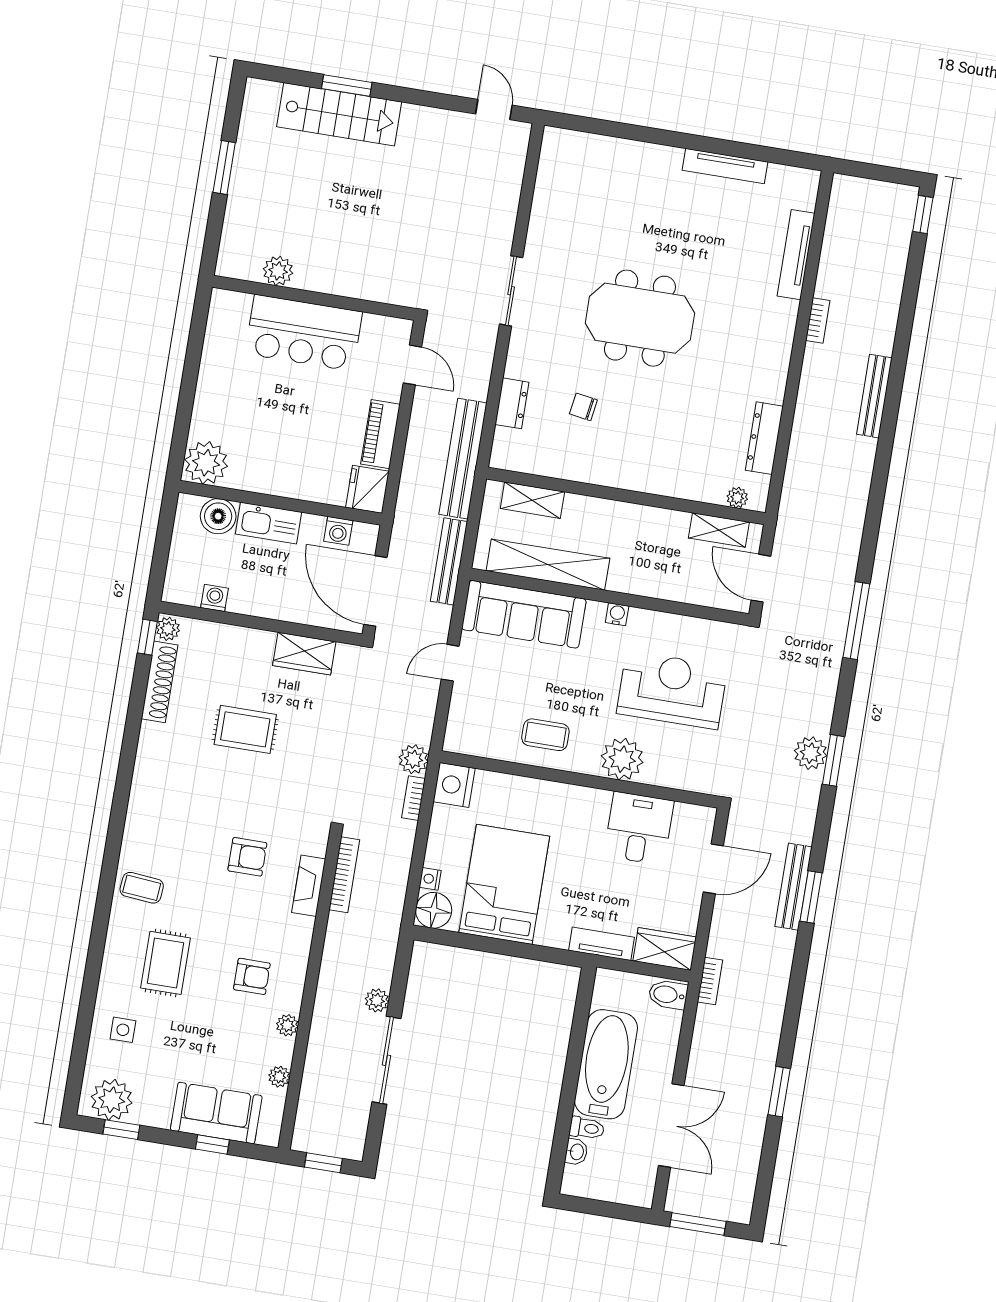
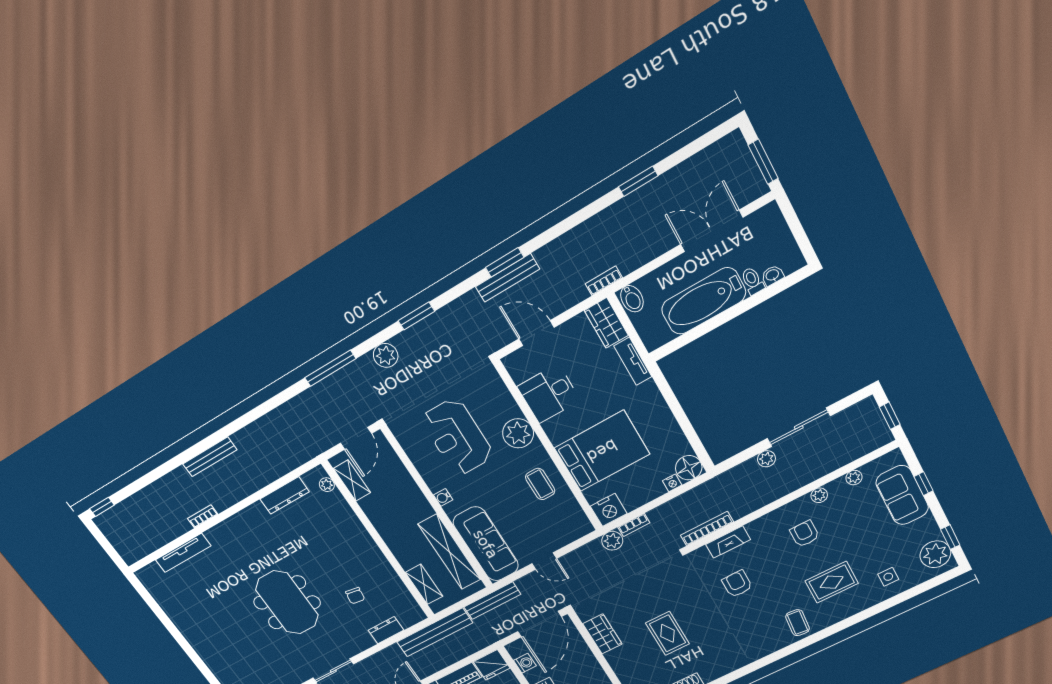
tv unit: (725, 166) -> (178, 619), removed
plant: (811, 753) -> (386, 355), moved
bed: (504, 884) -> (602, 451), moved, turned 180

